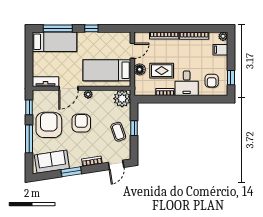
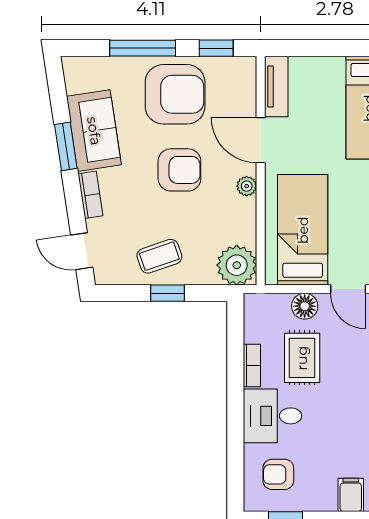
sofa: (52, 162) -> (94, 131), moved

